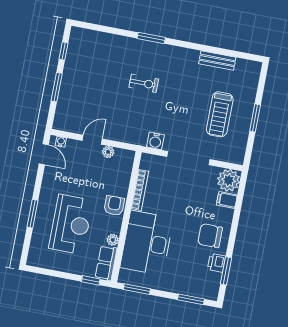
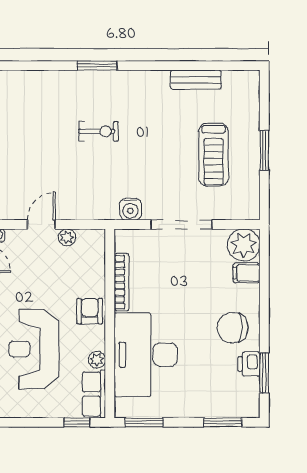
reception desk: (71, 224) -> (34, 349), turned 180

